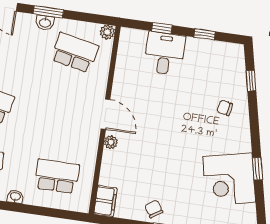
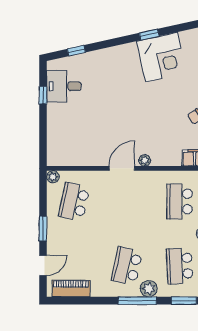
washbasin: (45, 23) -> (53, 230), removed
window: (162, 28) -> (43, 132), removed
desk: (165, 53) -> (64, 86), moved
chair: (225, 108) -> (102, 69), removed

